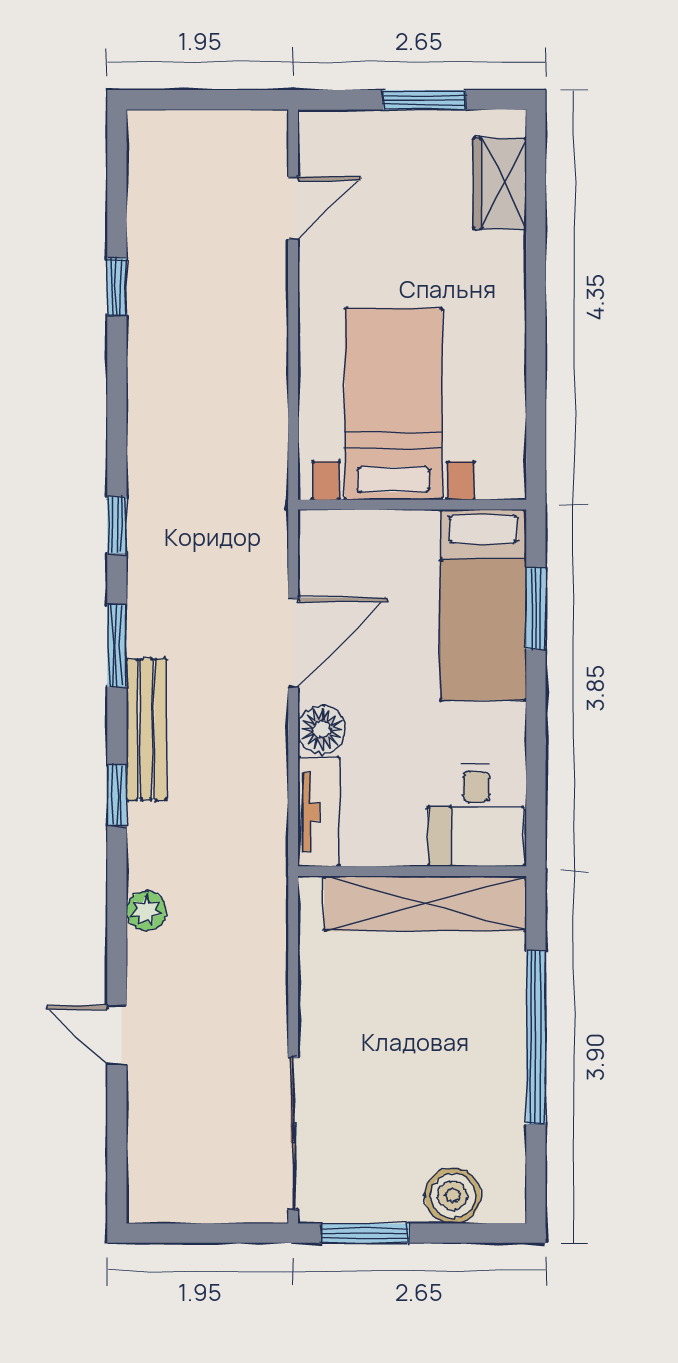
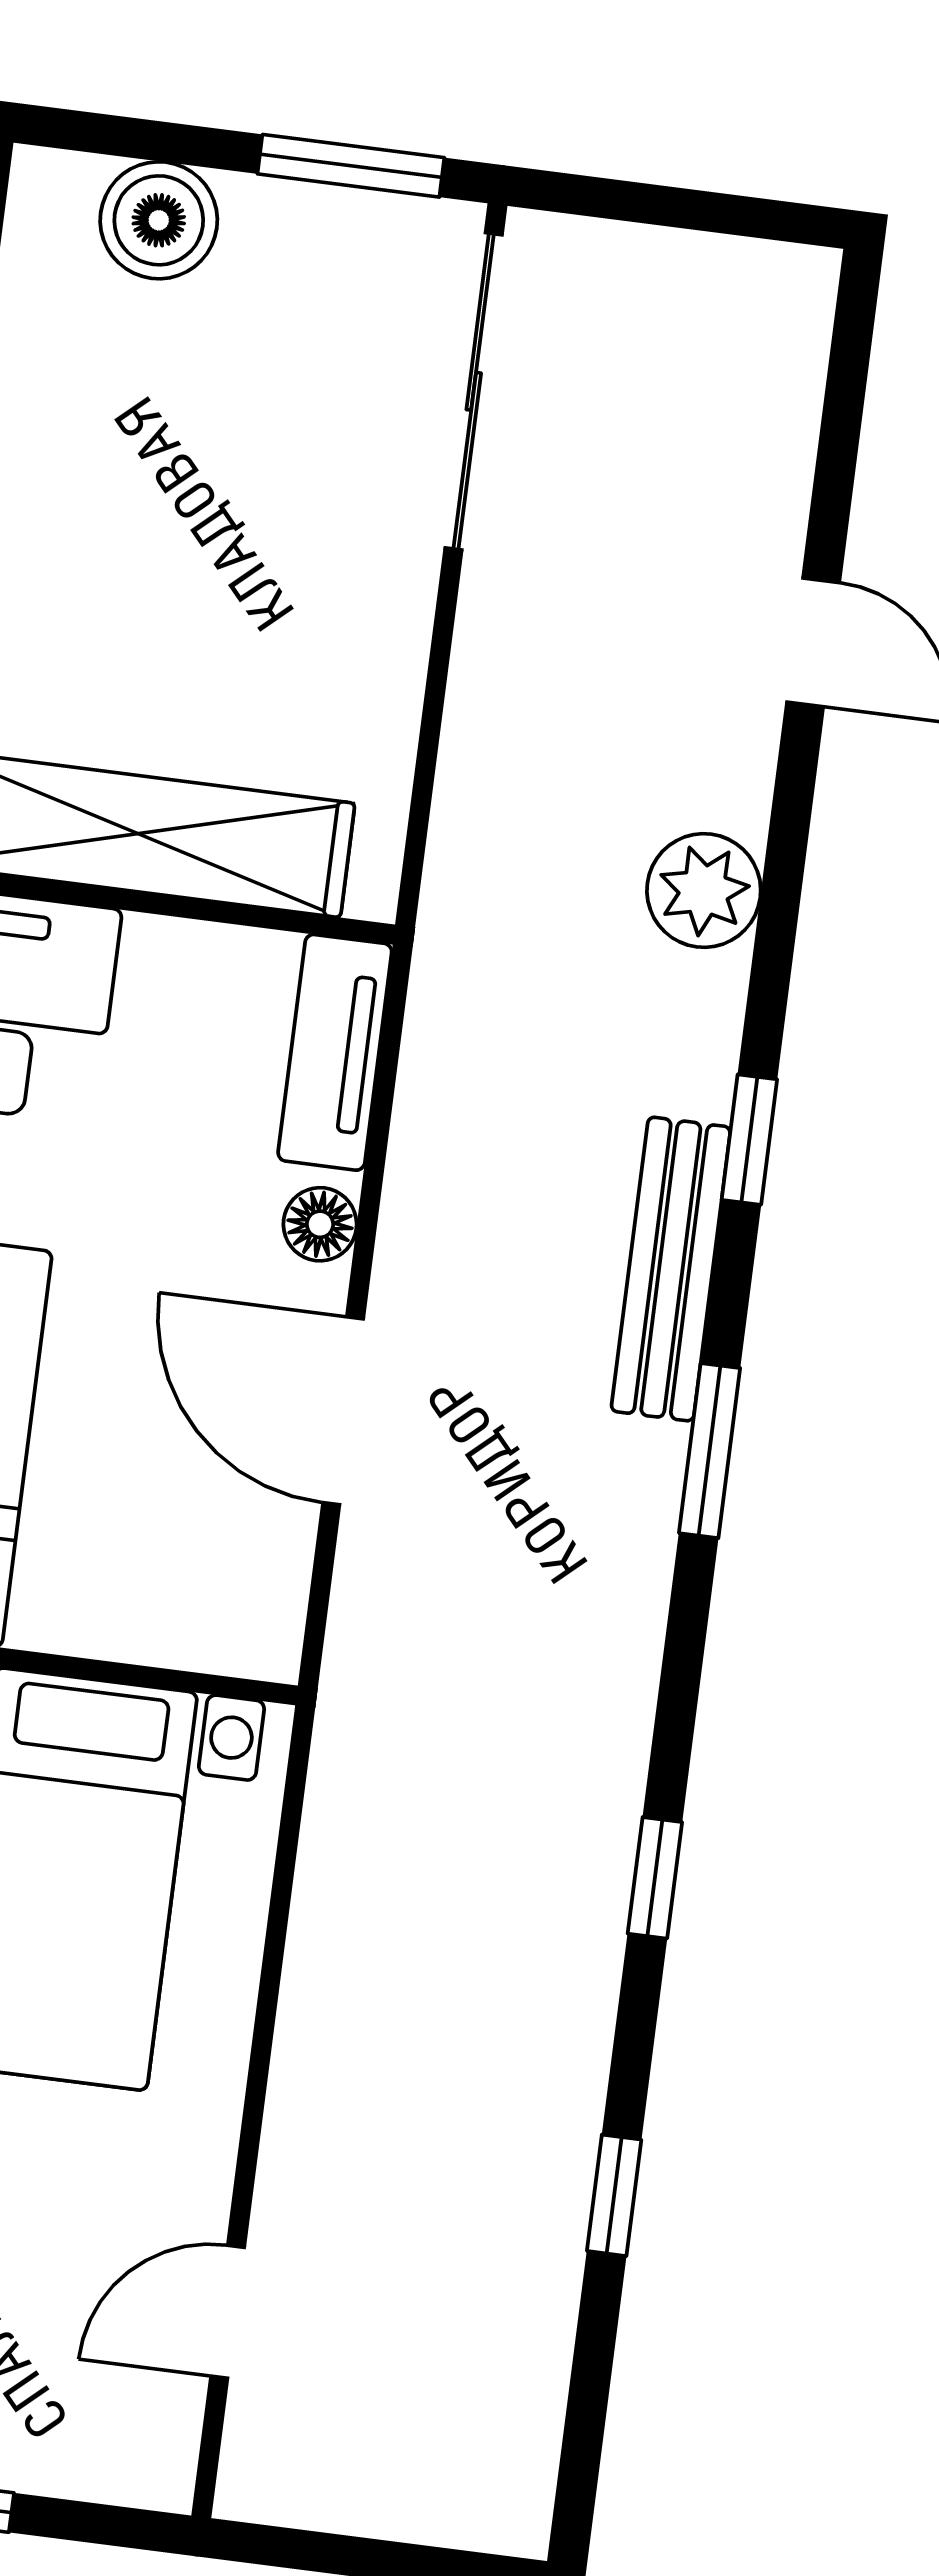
window: (117, 525) -> (655, 1878), moved
door: (293, 642) -> (343, 1411), hinge flipped
floor lamp: (322, 729) -> (320, 1224), width x0.73, depth x0.73
plant: (146, 911) -> (704, 891), width x1.38, depth x1.38

